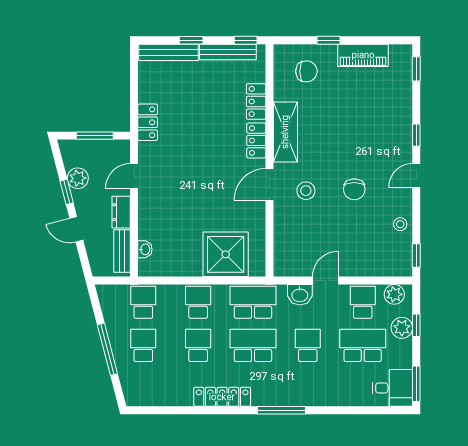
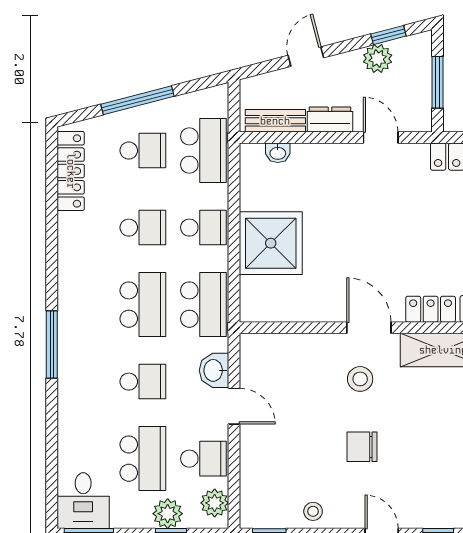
window: (67, 192) -> (388, 35), moved
shower: (226, 254) -> (271, 243), moved
school desk: (143, 302) -> (203, 151), width x1.85
locker: (222, 397) -> (71, 171), moved

